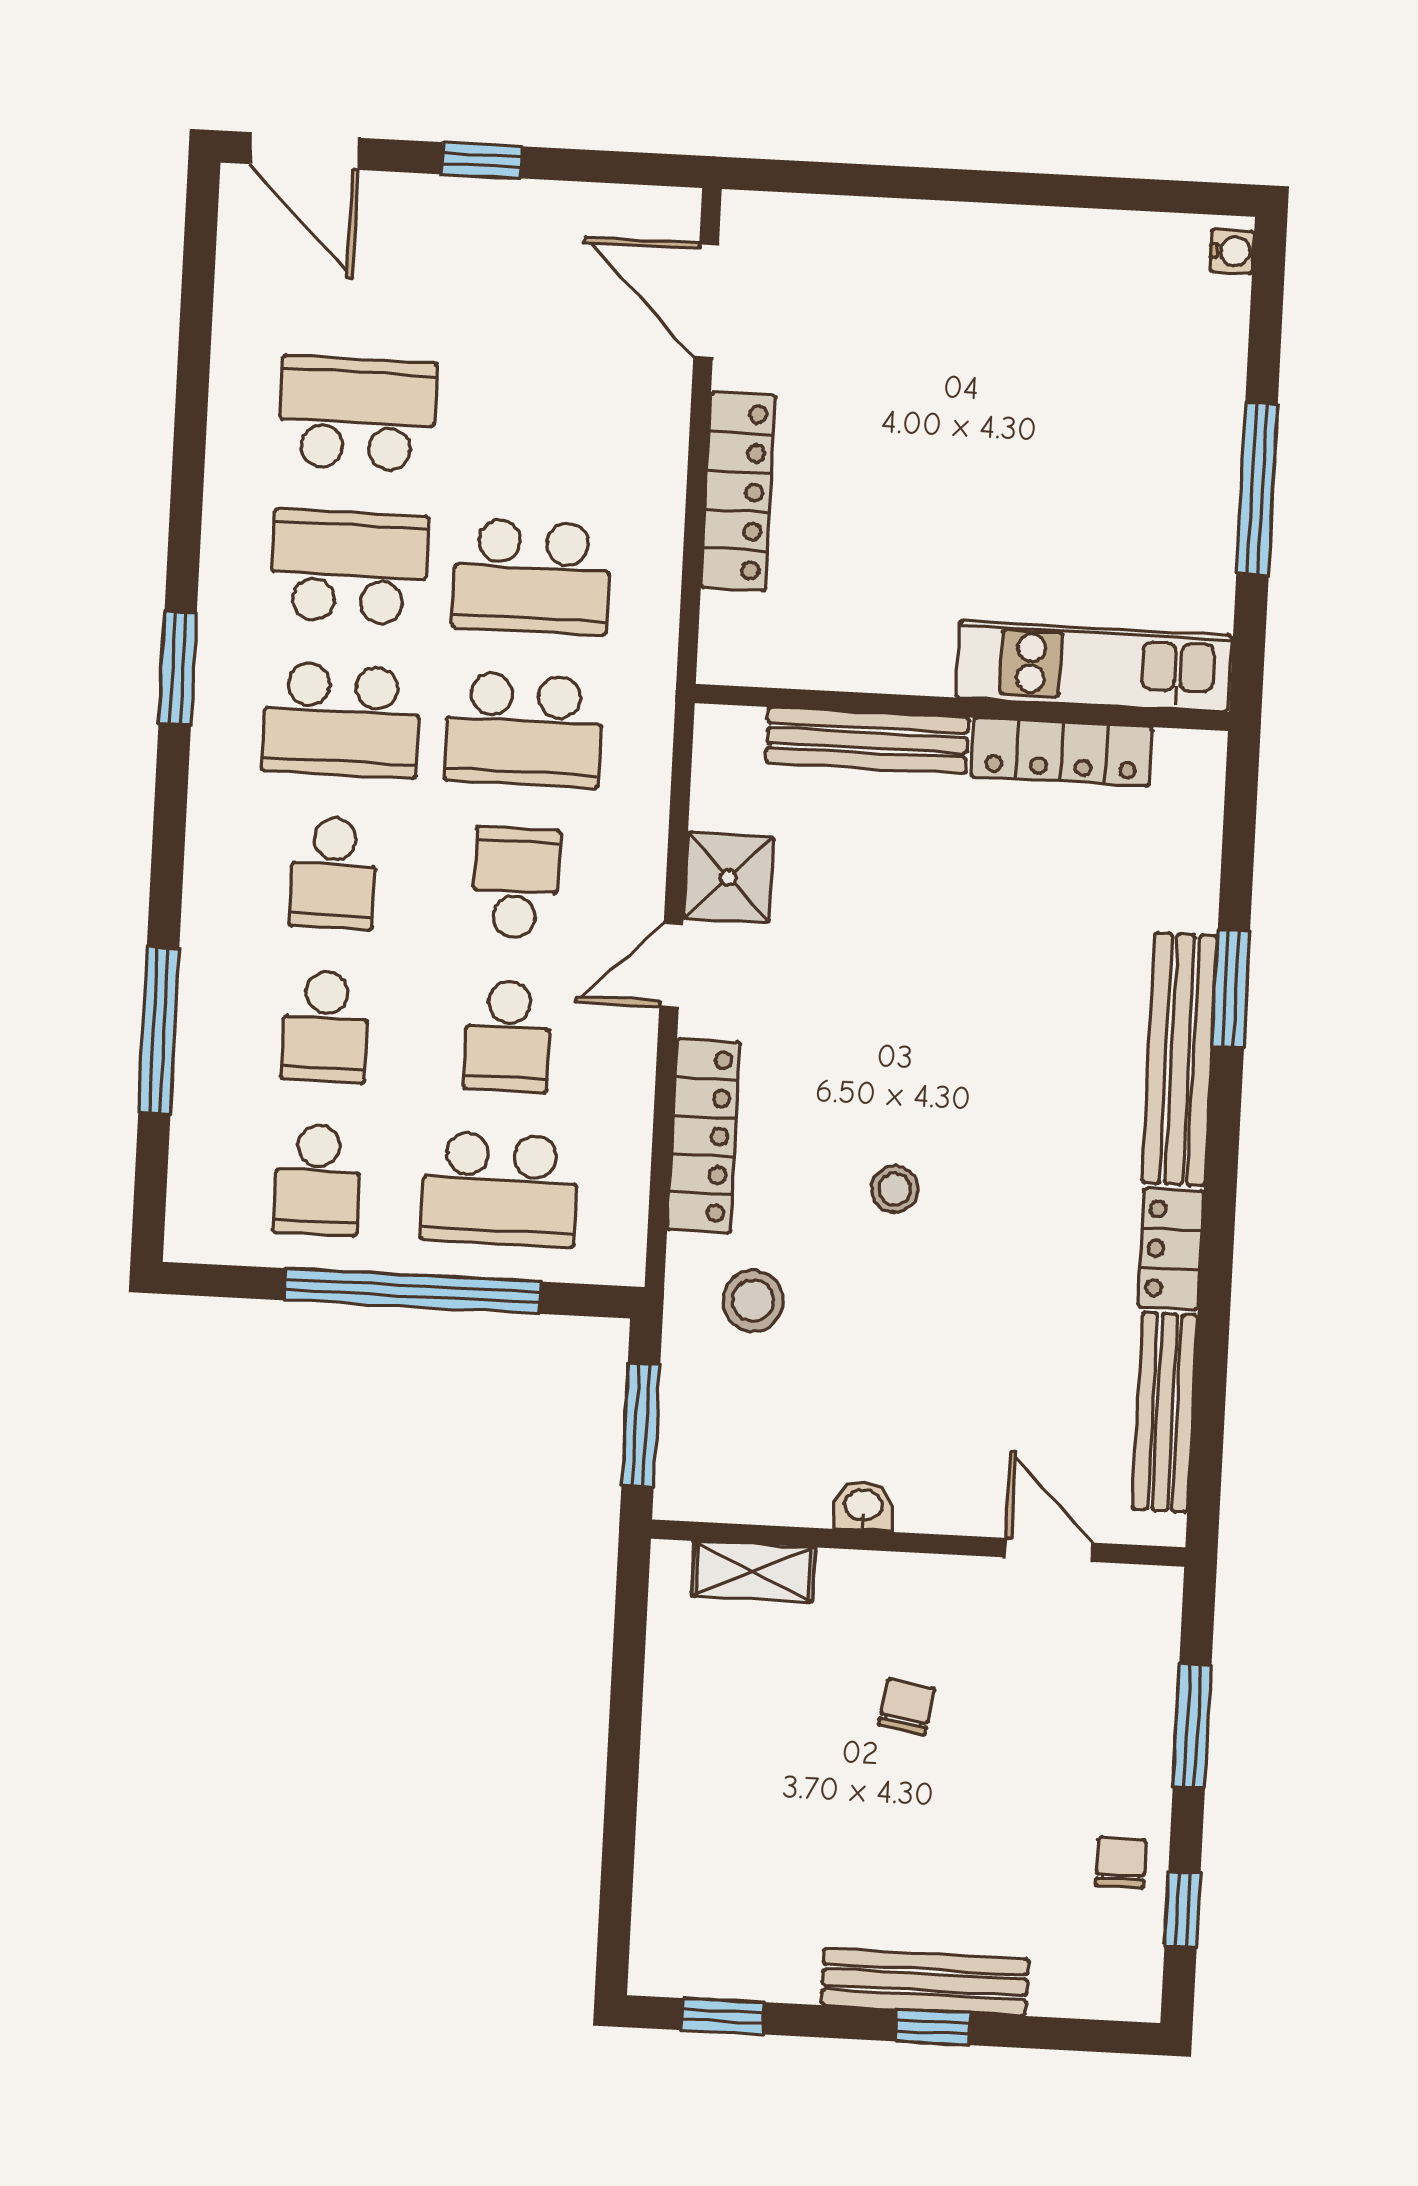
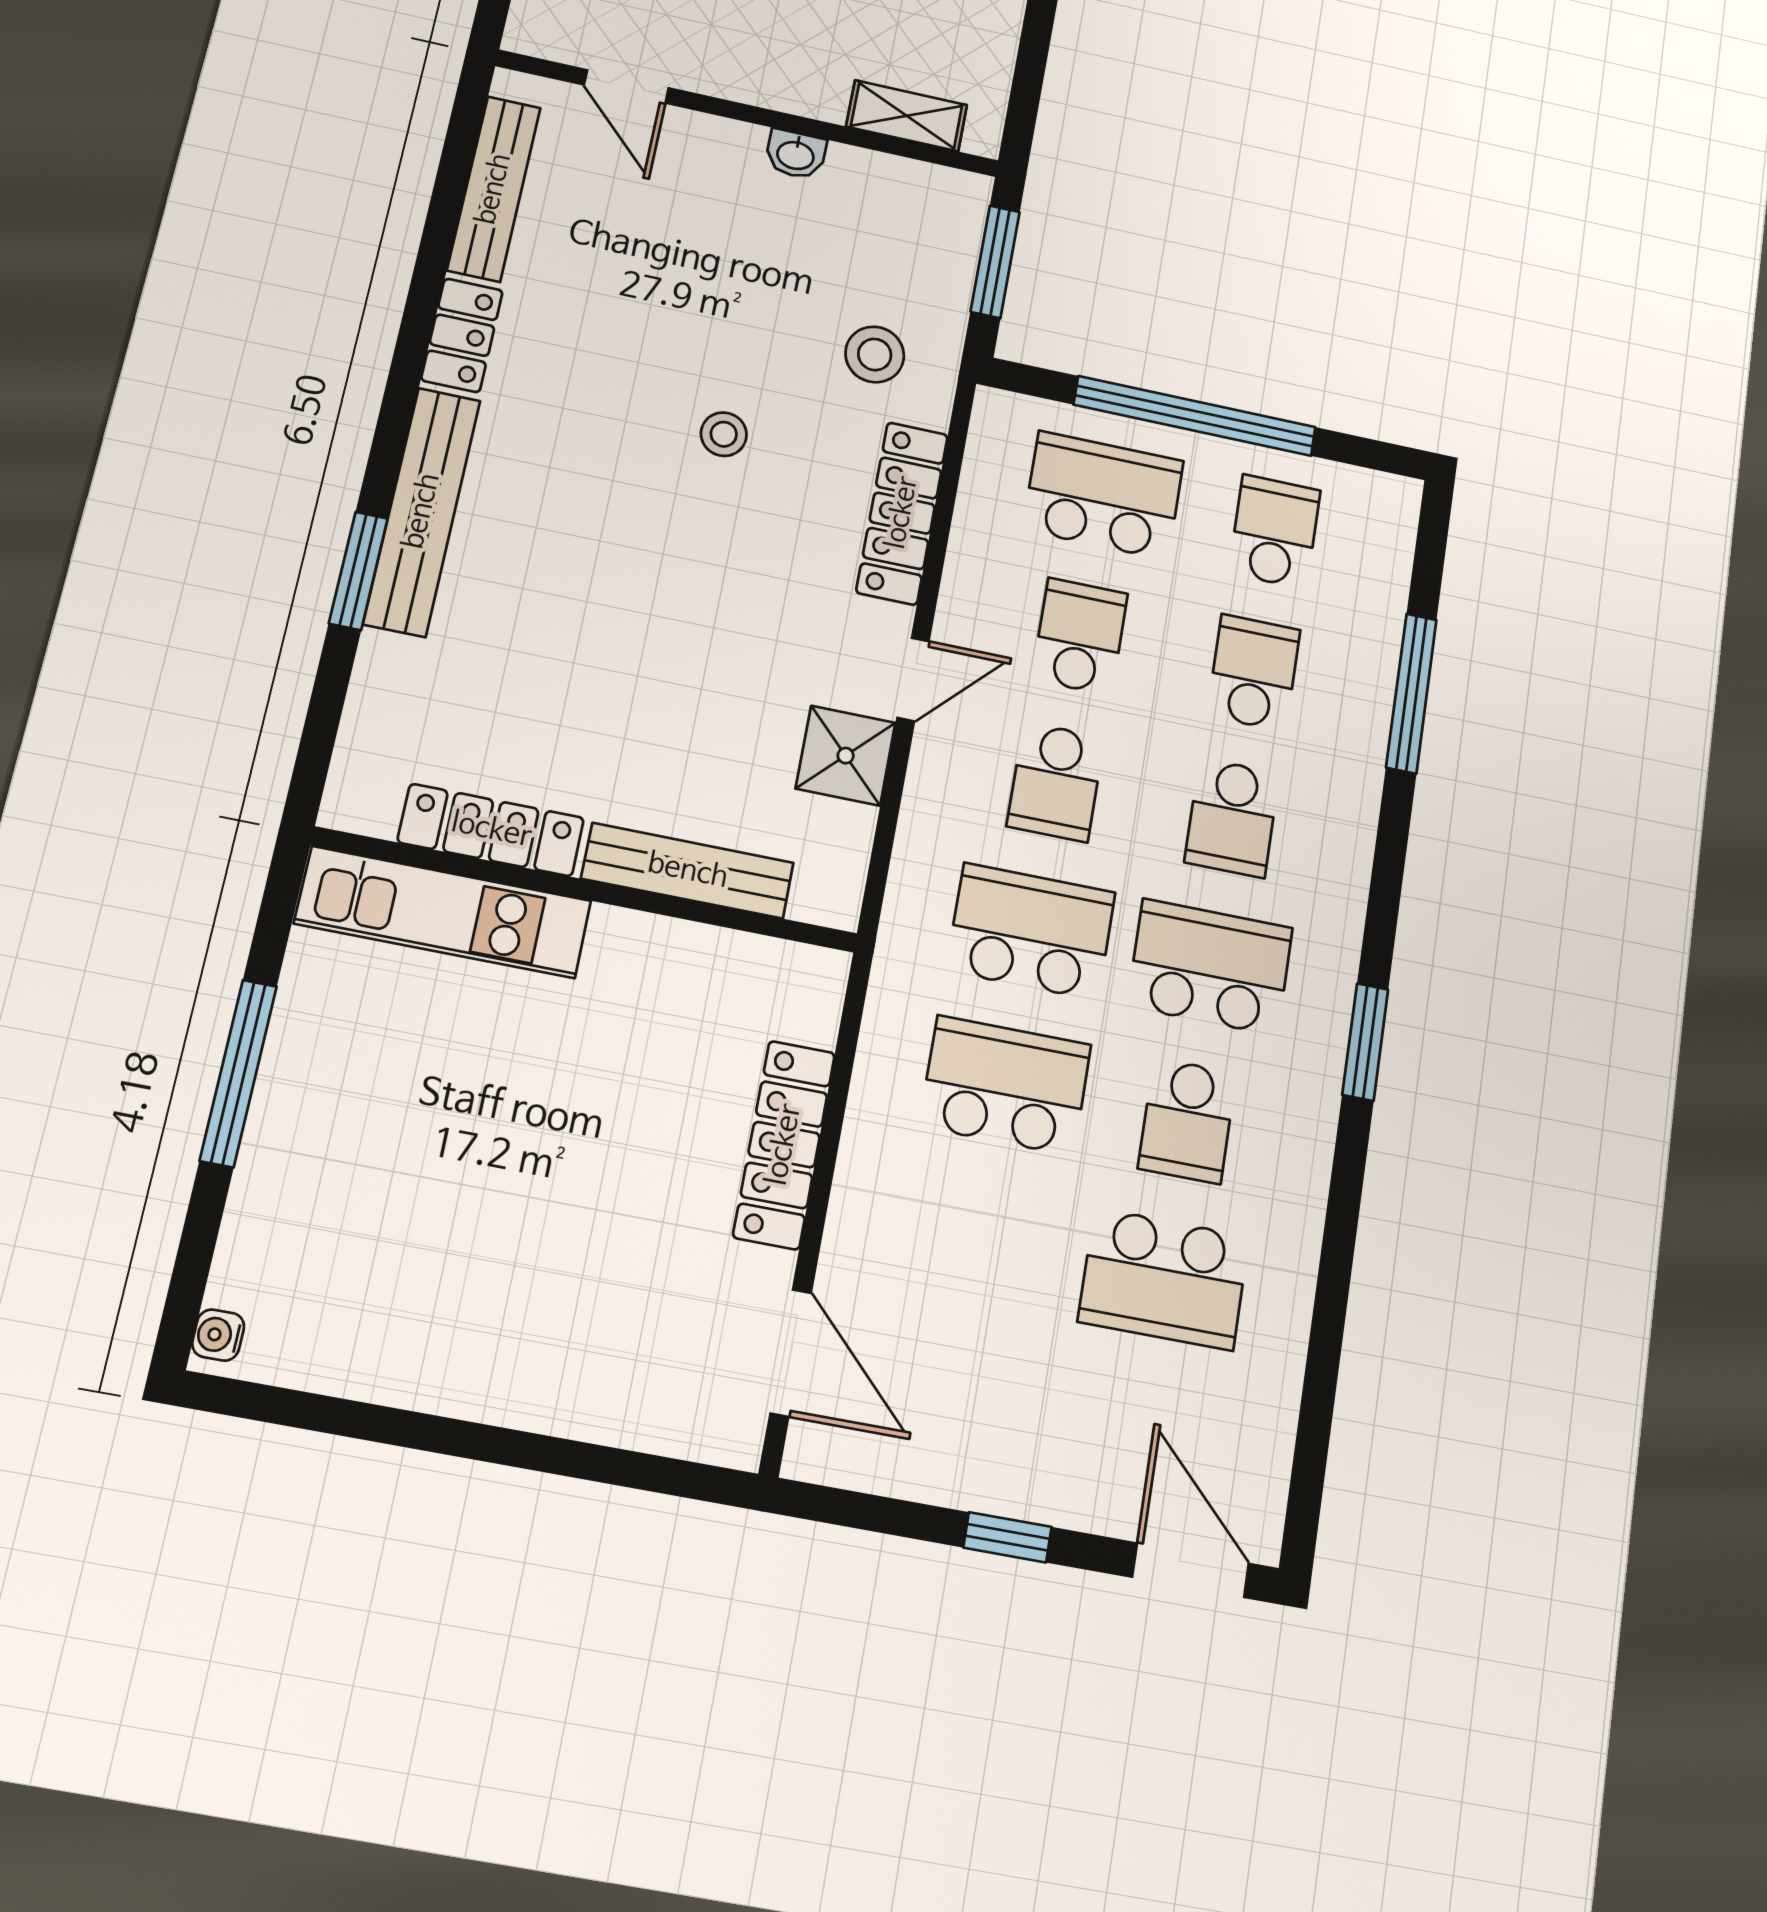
school desk: (349, 567) -> (1187, 1121), width x0.54
school desk: (333, 873) -> (1232, 818), turned 180

